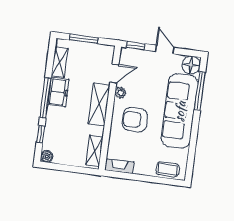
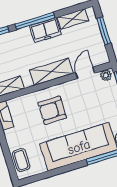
door: (114, 73) -> (85, 73), swing flipped
plant: (121, 93) -> (106, 75), moved
armchair: (135, 120) -> (52, 110), turned -90

